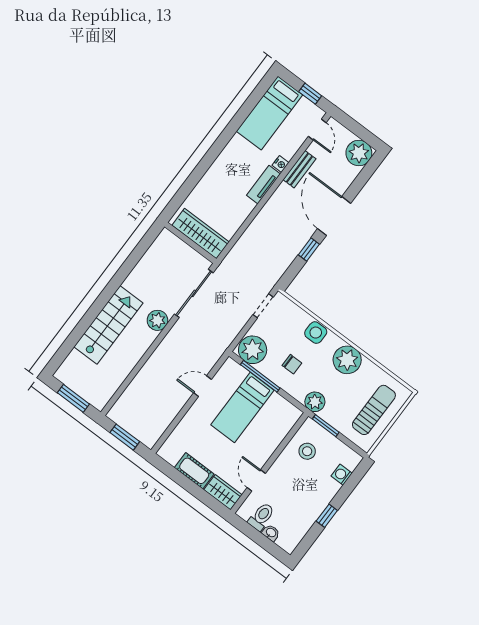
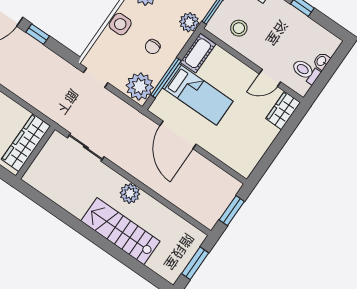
sliding door: (194, 293) -> (86, 147), width x0.73
plant: (157, 320) -> (130, 193), moved
chair: (292, 364) -> (153, 47), turned 180
door: (203, 386) -> (178, 135), width x1.88
cot: (194, 471) -> (198, 53), moved

